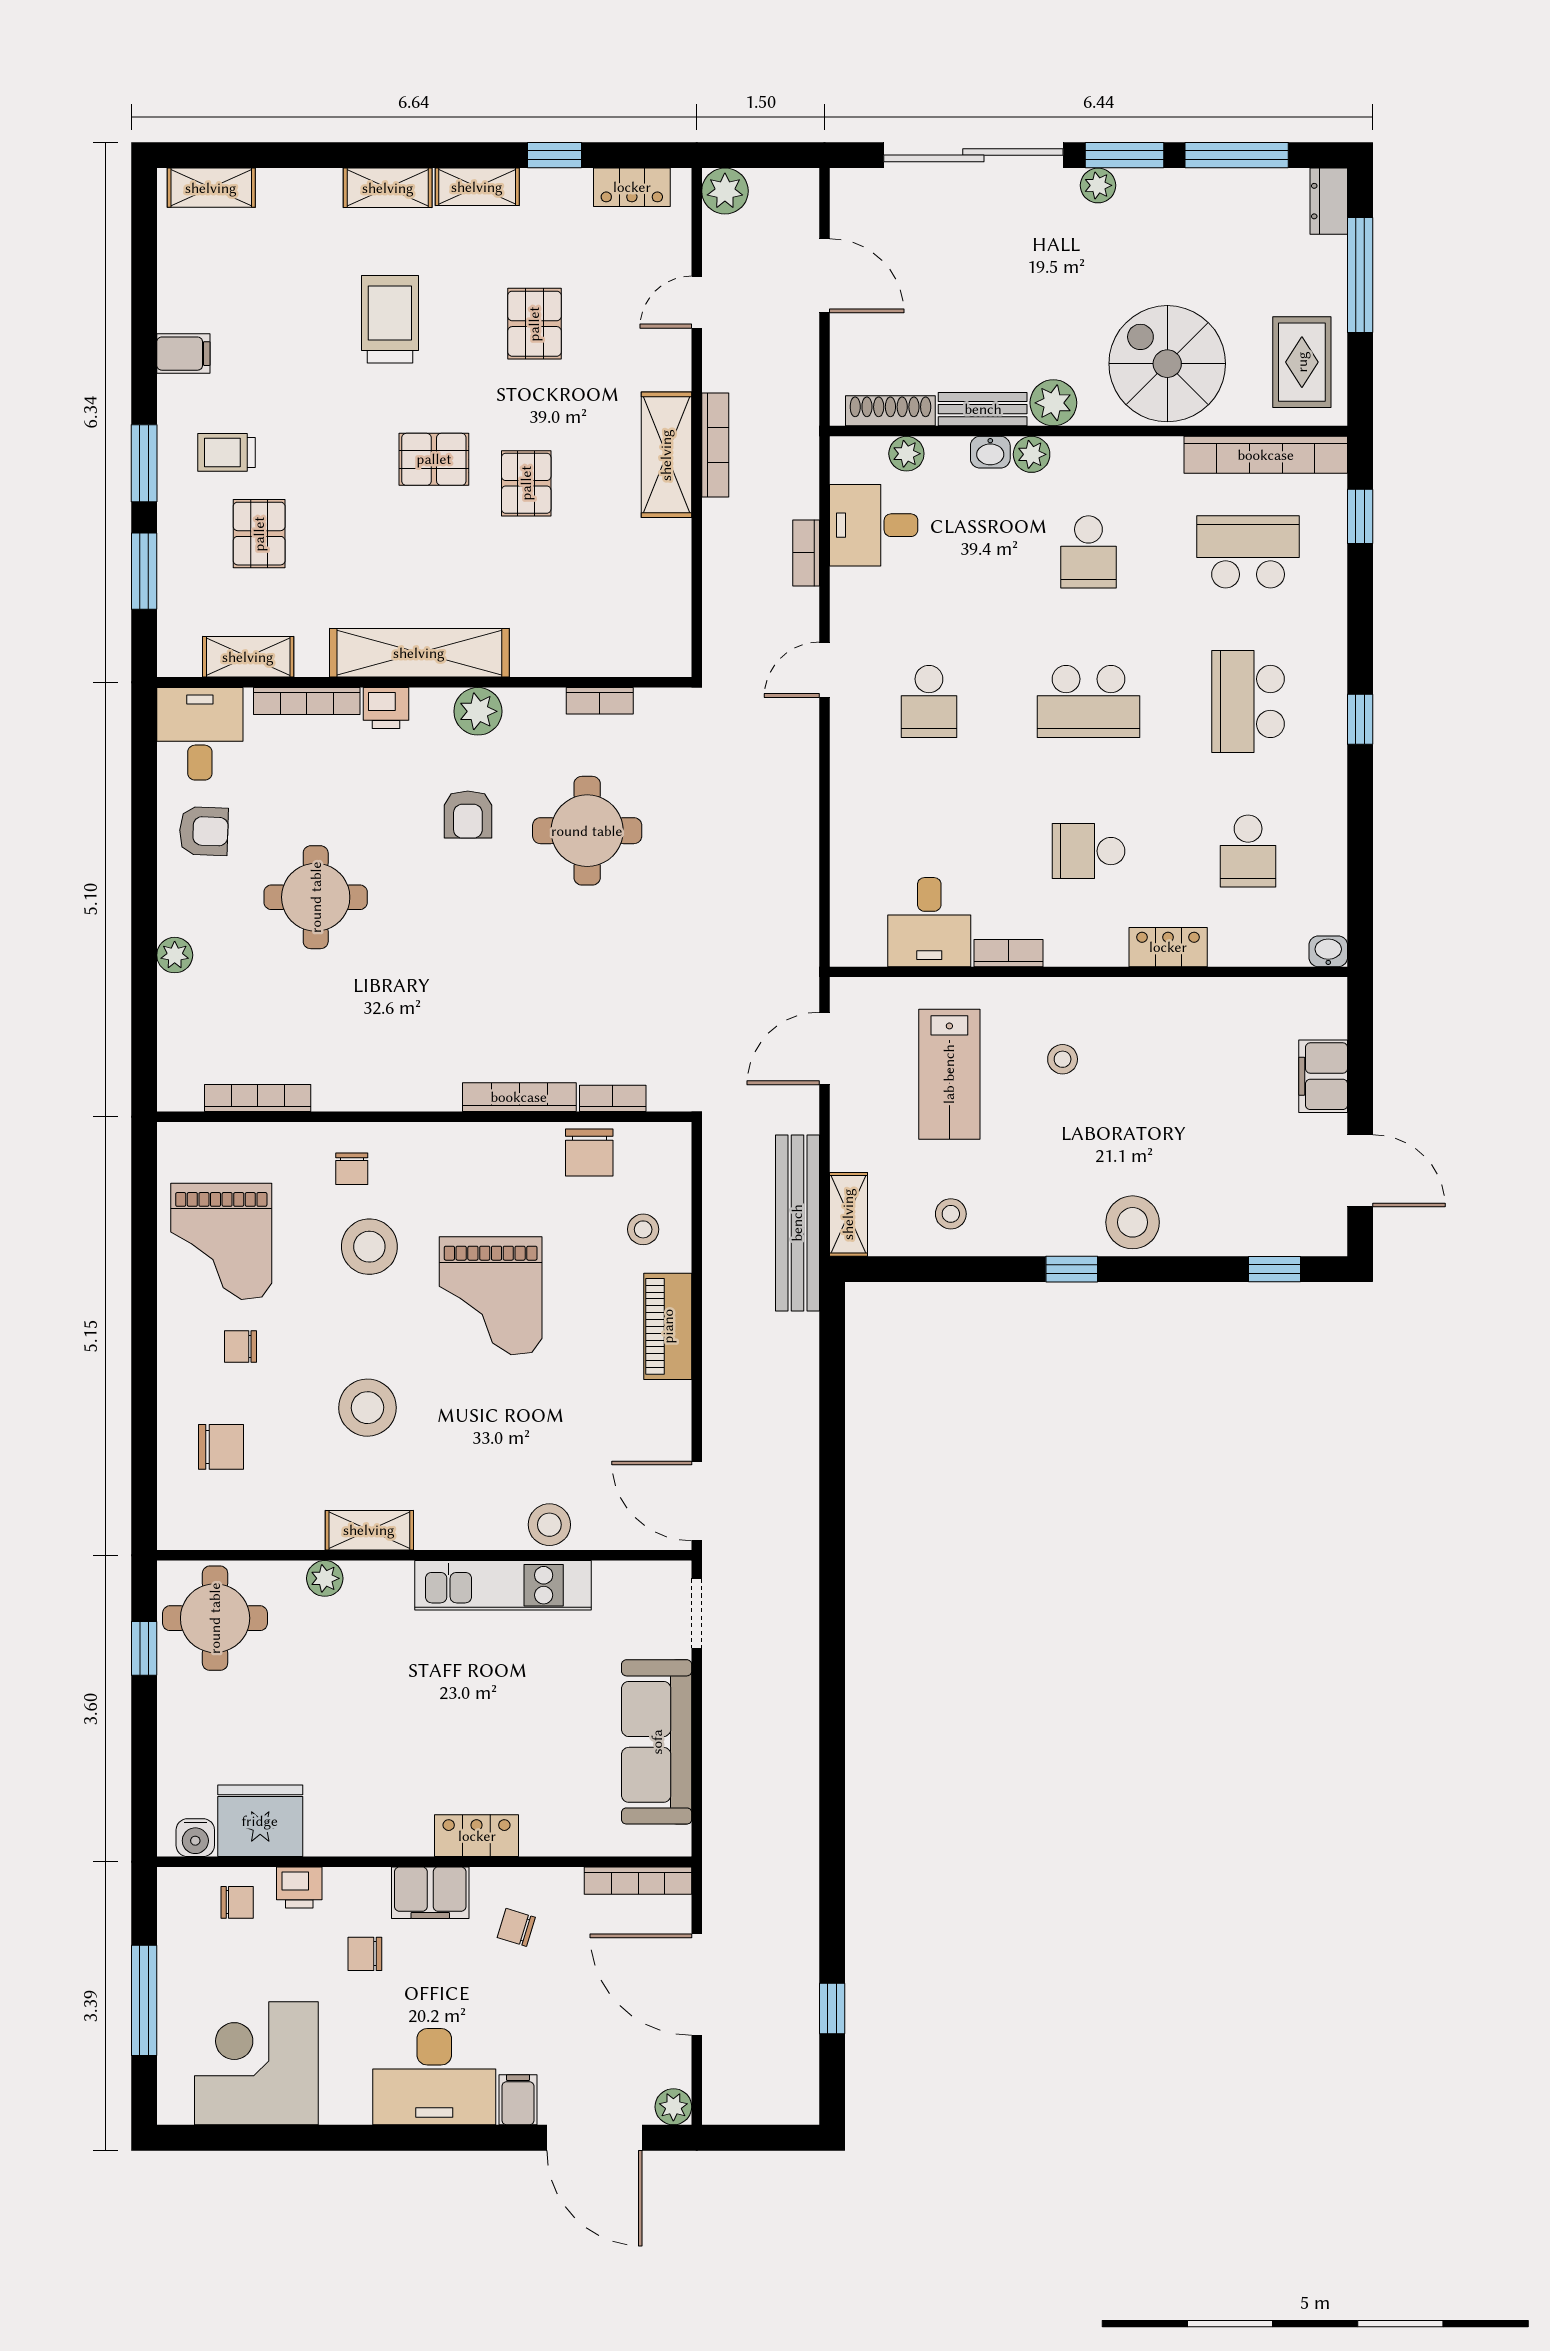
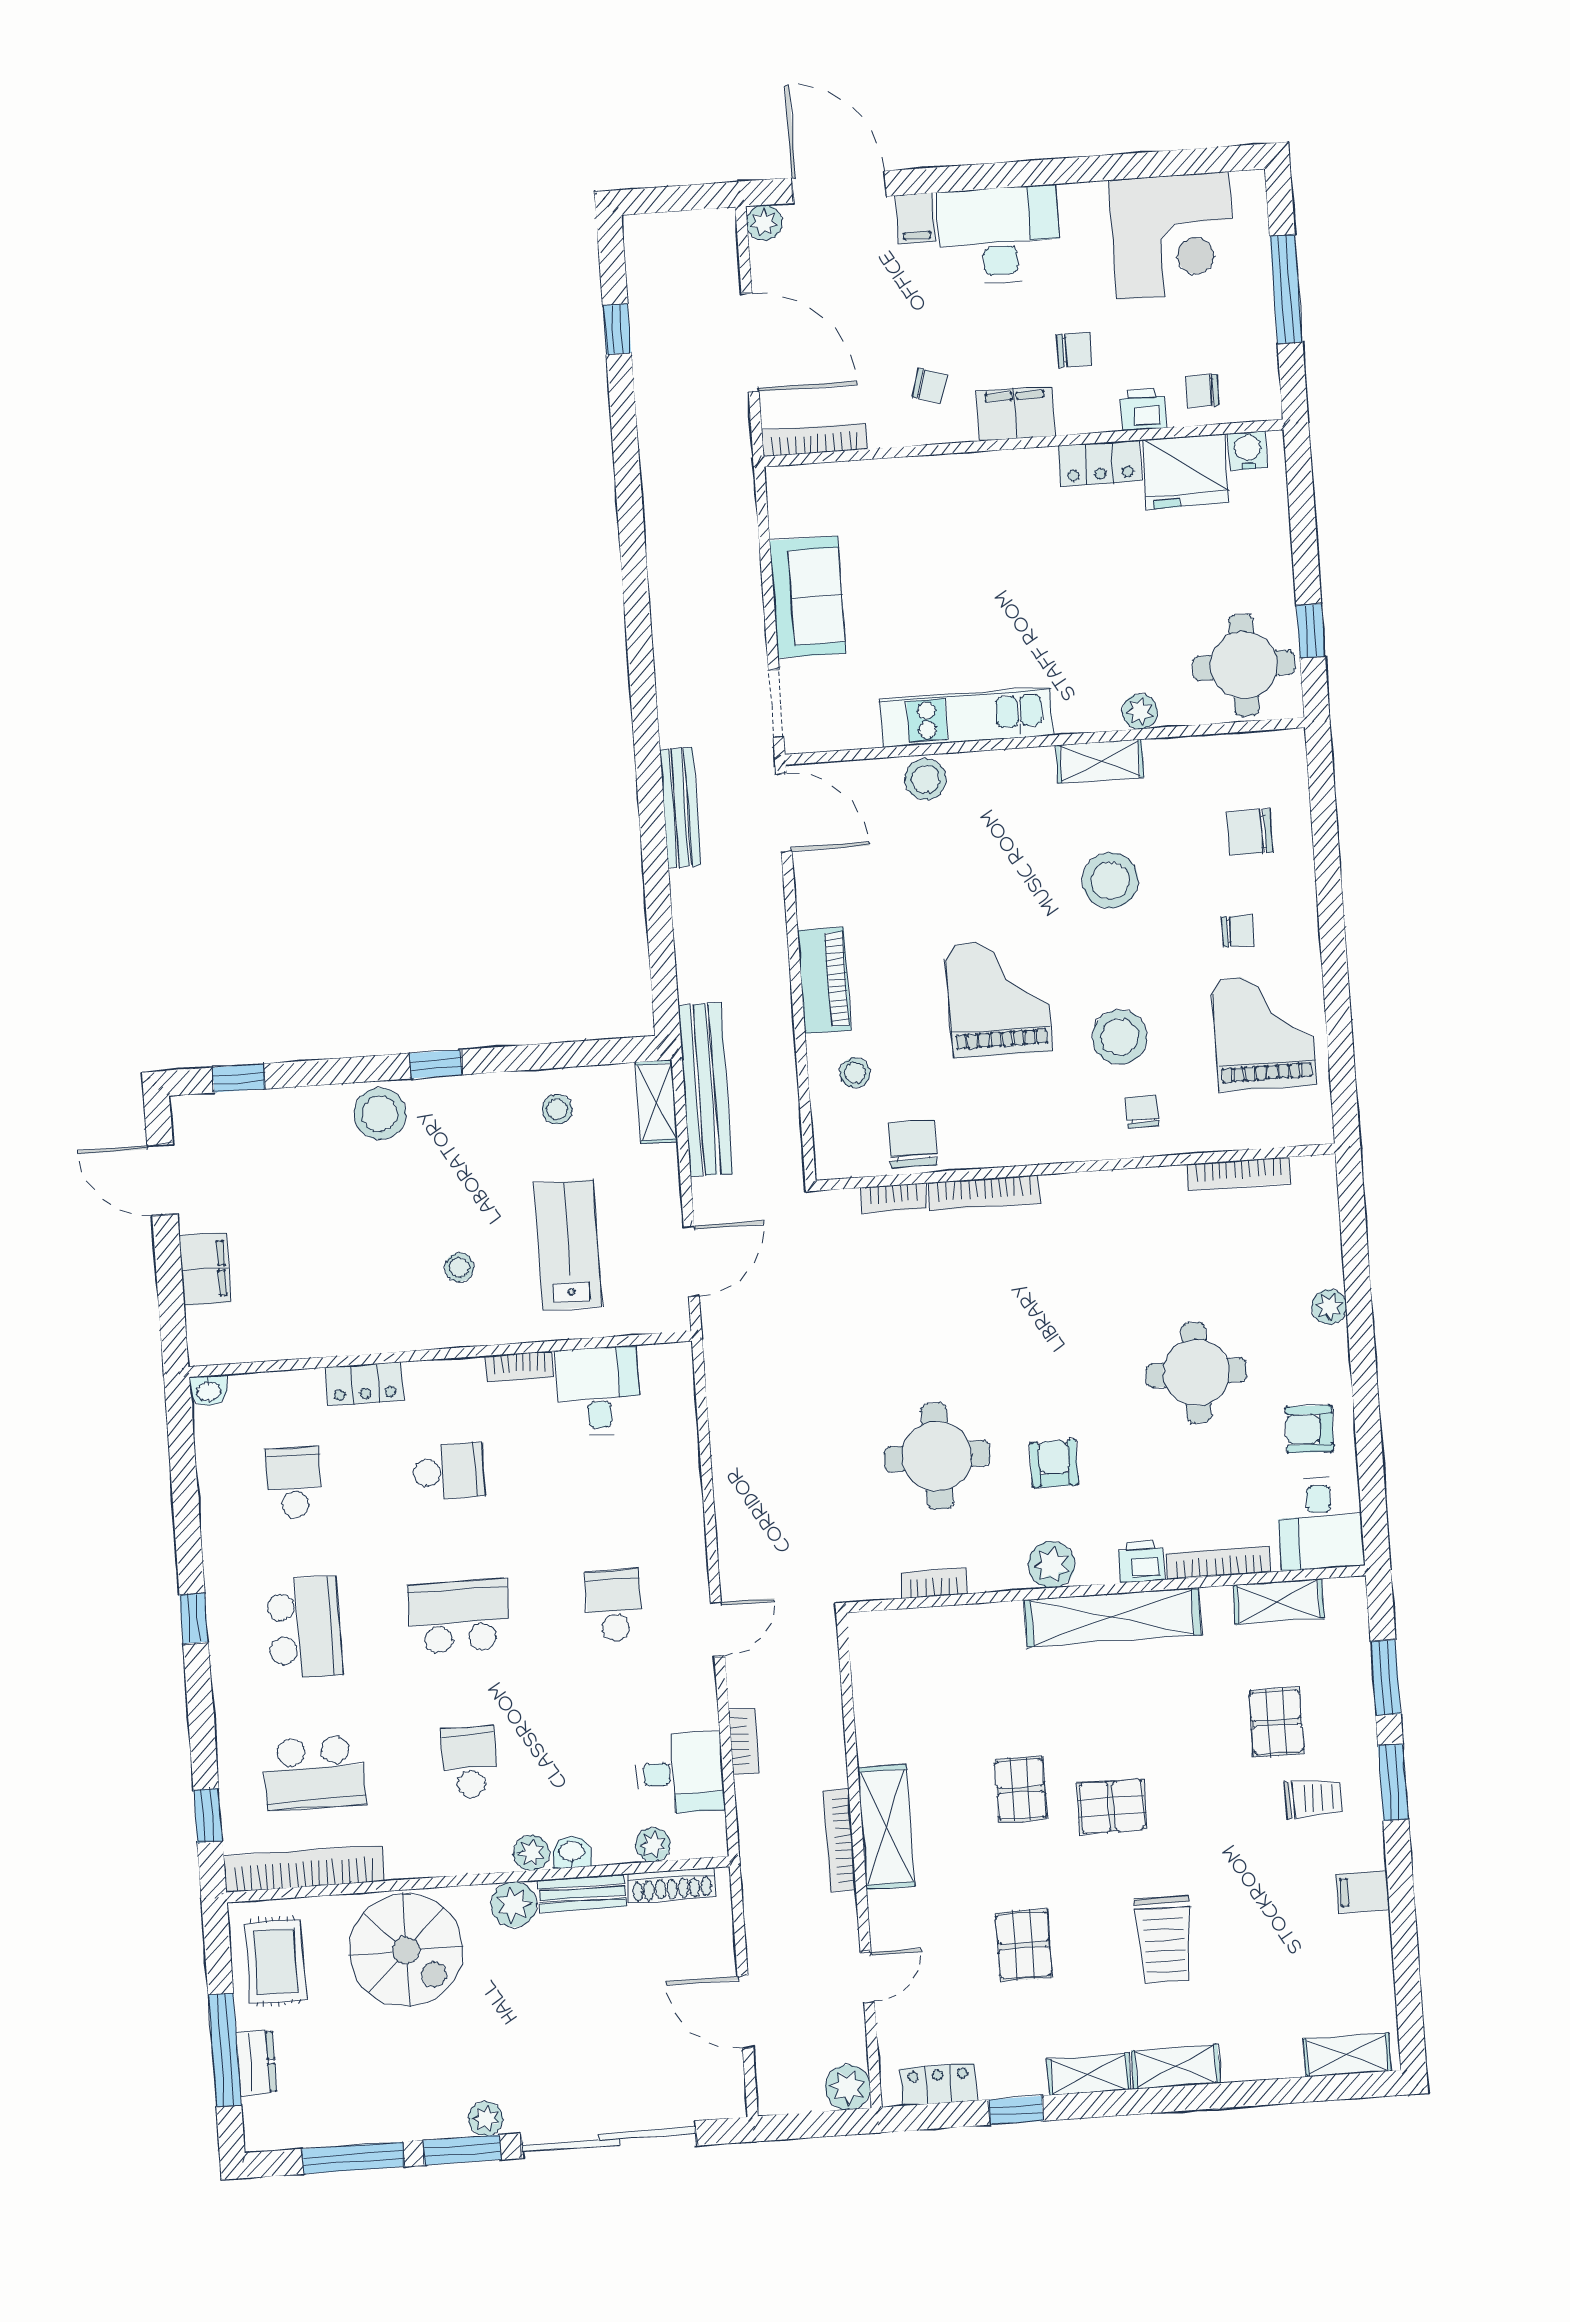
dresser: (1329, 201) -> (256, 2062), moved
bench: (802, 1514) -> (680, 808), added
sofa: (657, 1742) -> (808, 597), width x0.73
locker: (477, 1836) -> (1100, 463), moved

